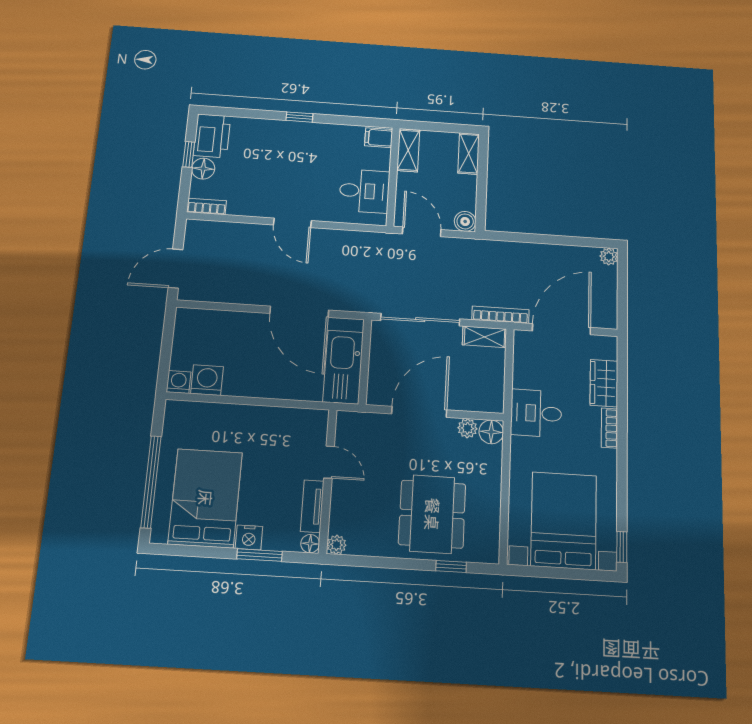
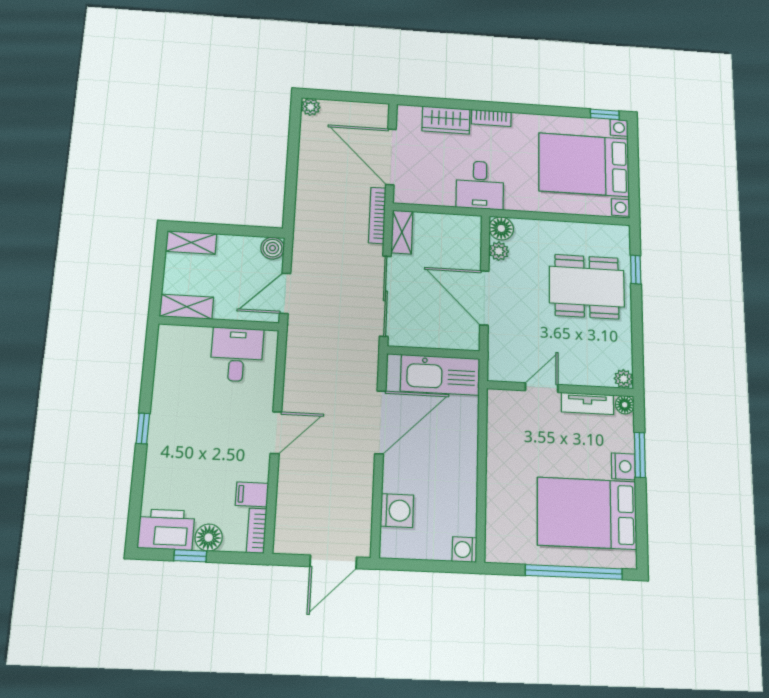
filing cabinet: (379, 138) -> (252, 494), moved, turned 90
door: (175, 269) -> (333, 562), hinge flipped
washing machine: (207, 380) -> (397, 510), moved, turned 180

